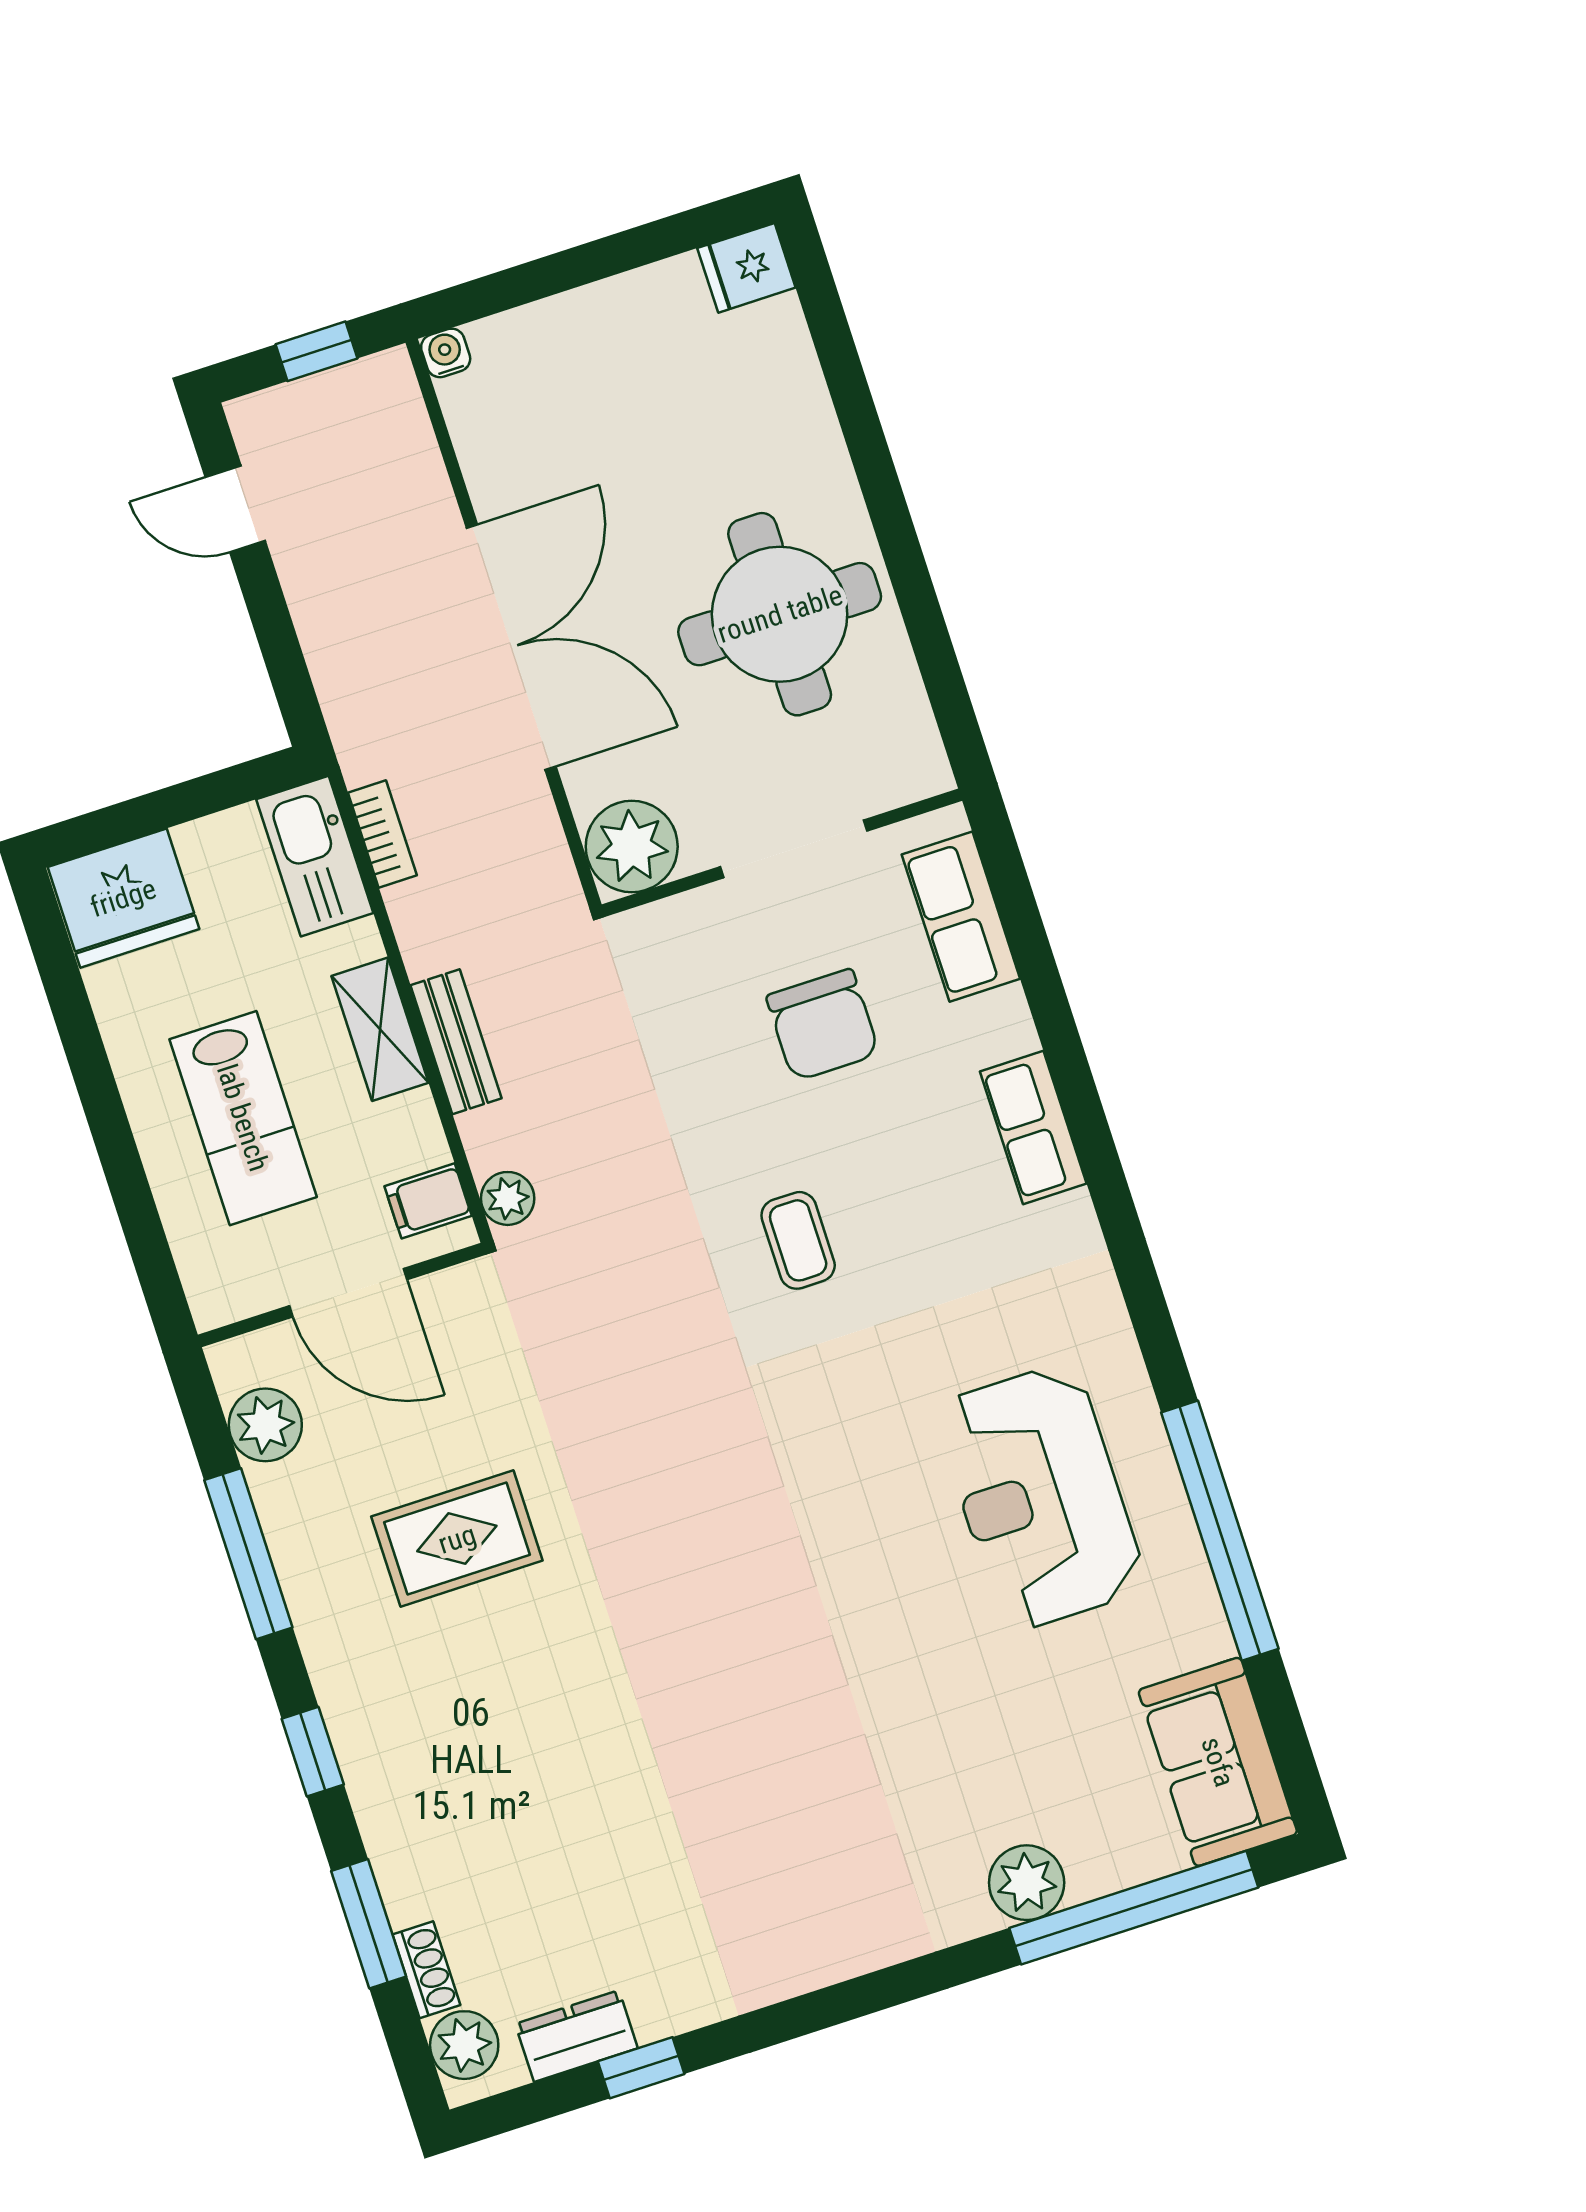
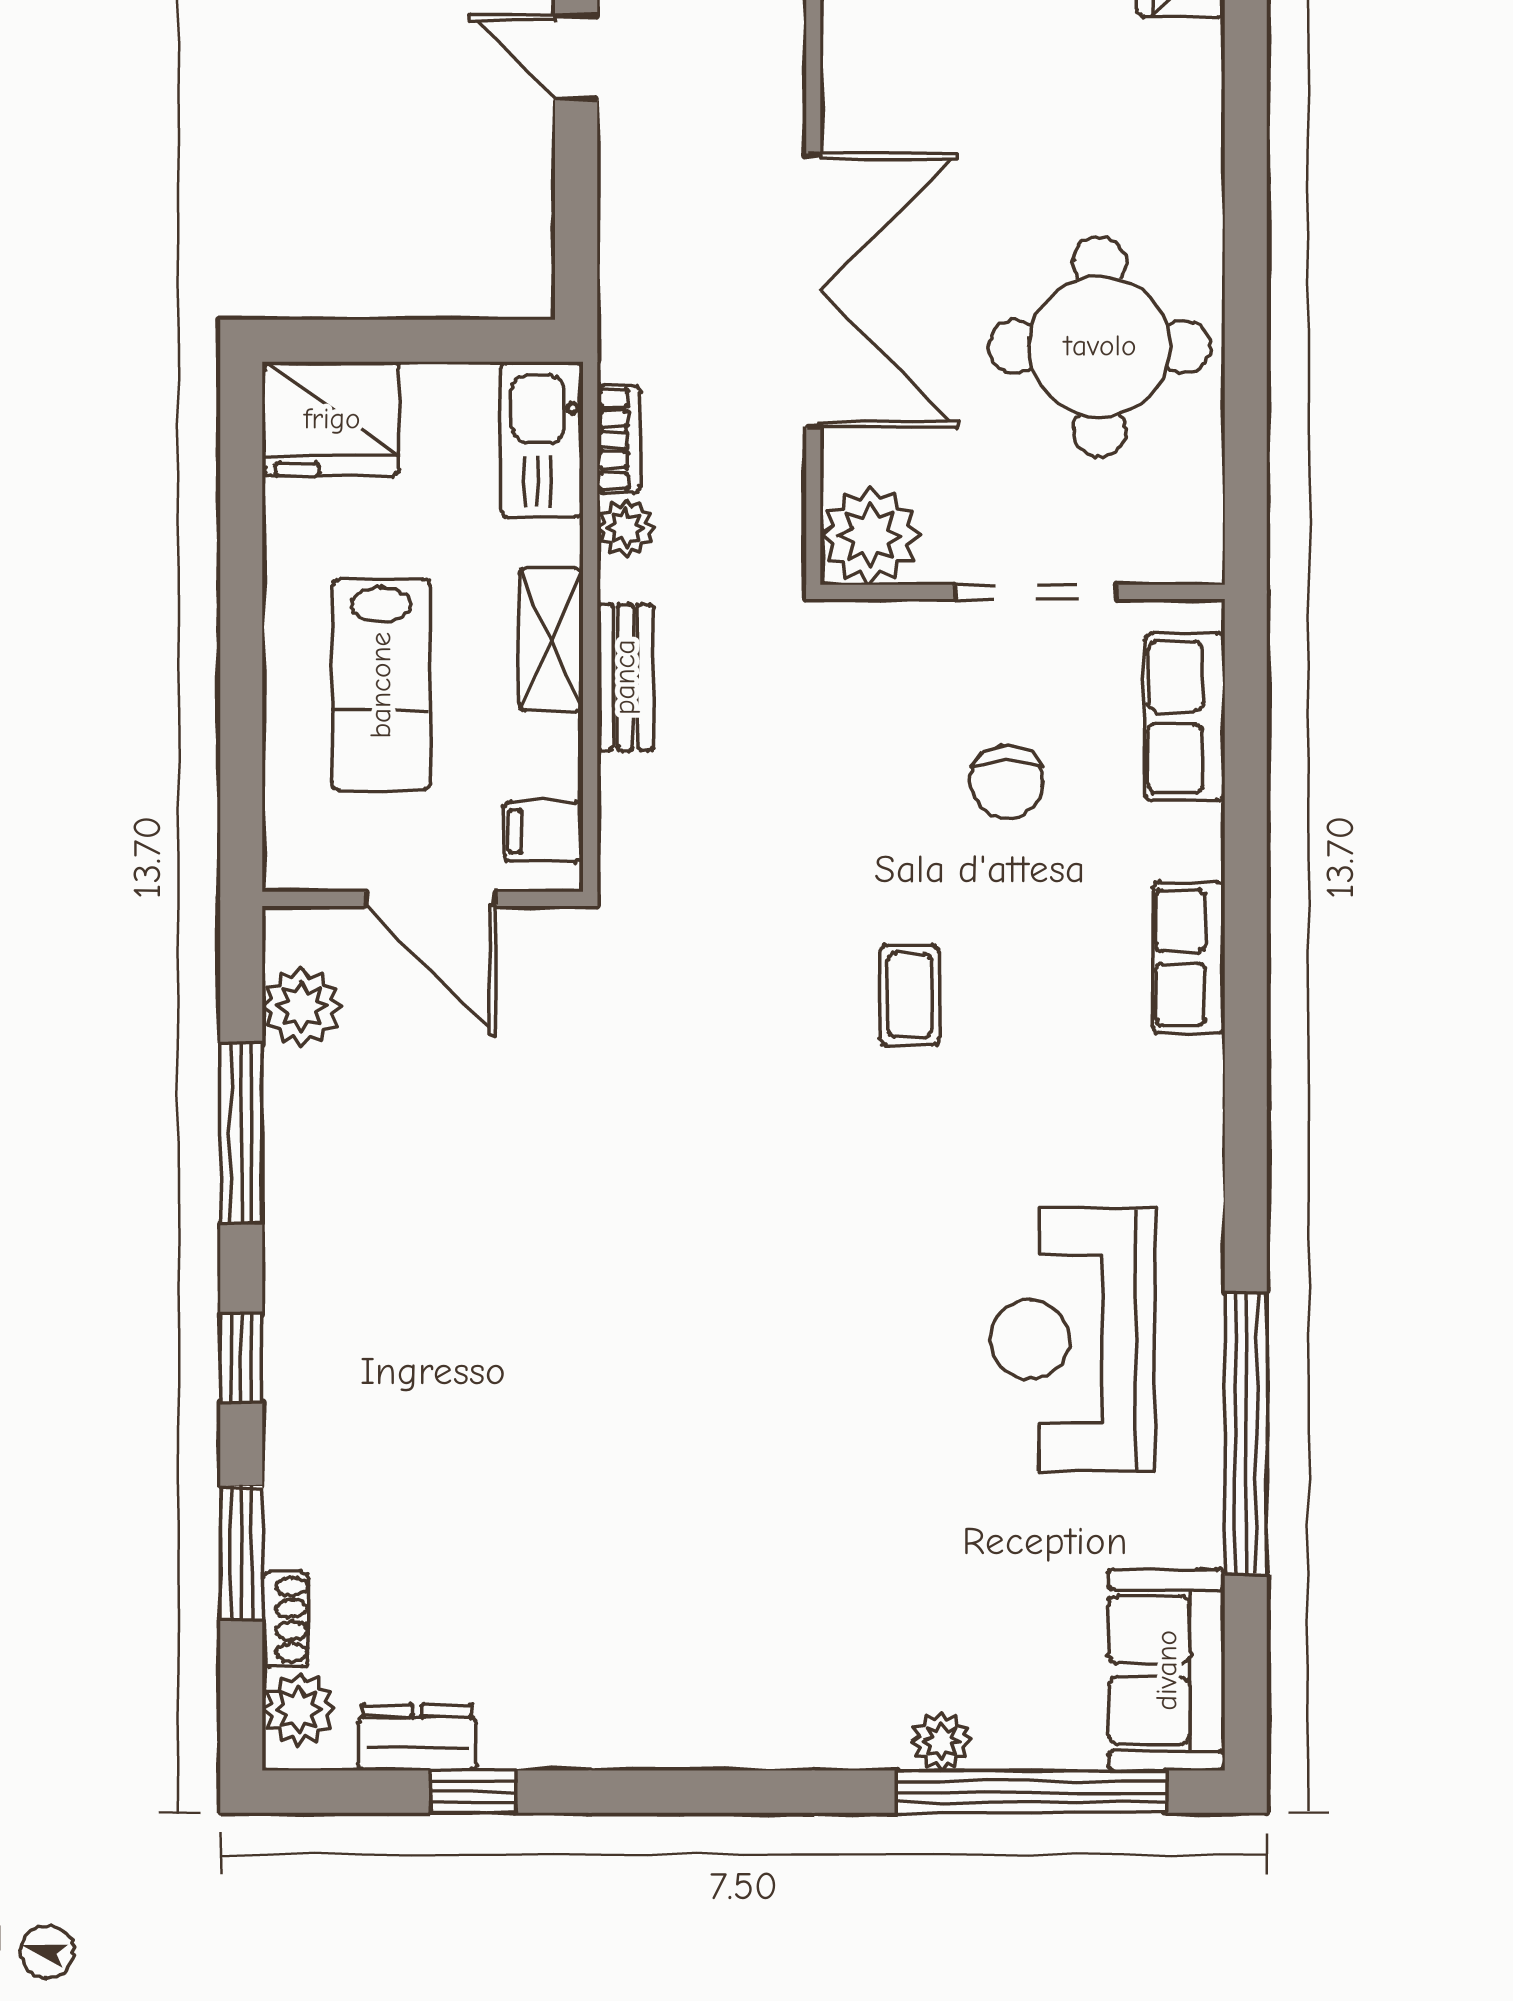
chair: (823, 1025) -> (1007, 782), width x0.73, depth x0.73
plant: (508, 1198) -> (626, 528), moved
rug: (457, 1539) -> (460, 1187), removed
plant: (1027, 1883) -> (941, 1741), width x0.73, depth x0.73

